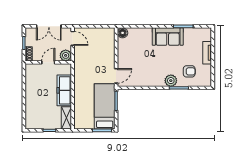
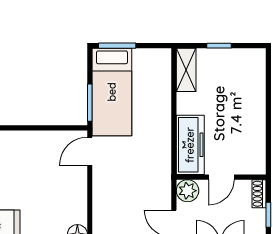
freezer: (64, 90) -> (190, 145), moved

